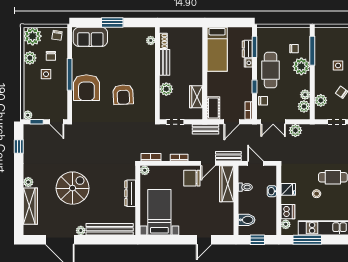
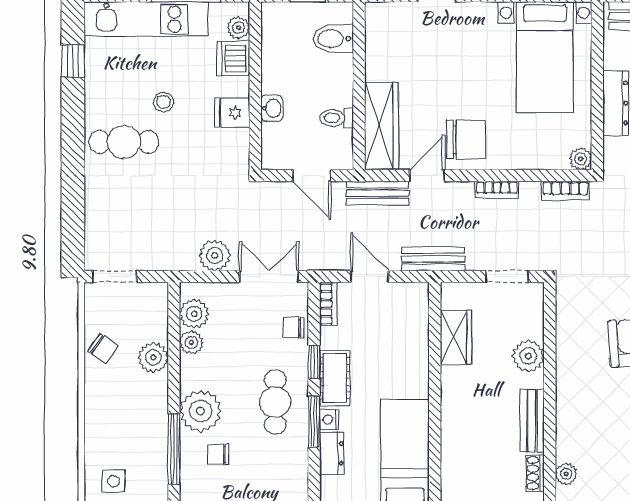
window: (255, 47) -> (314, 422), moved
side table: (338, 65) -> (113, 481), moved
cafe table: (271, 70) -> (275, 402), width x0.73, depth x0.74
plant: (321, 100) -> (153, 357), moved
cot: (213, 108) -> (335, 378), moved
door: (232, 122) -> (370, 277), hinge flipped

